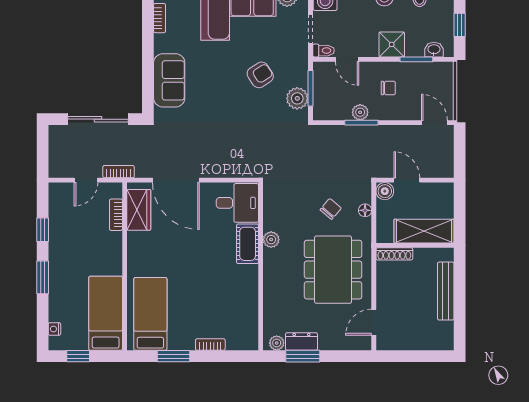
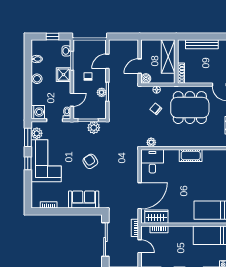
armchair: (260, 75) -> (90, 161), moved
door: (434, 123) -> (107, 61), moved
plant: (271, 240) -> (151, 142), moved
cot: (248, 244) -> (191, 156), moved

